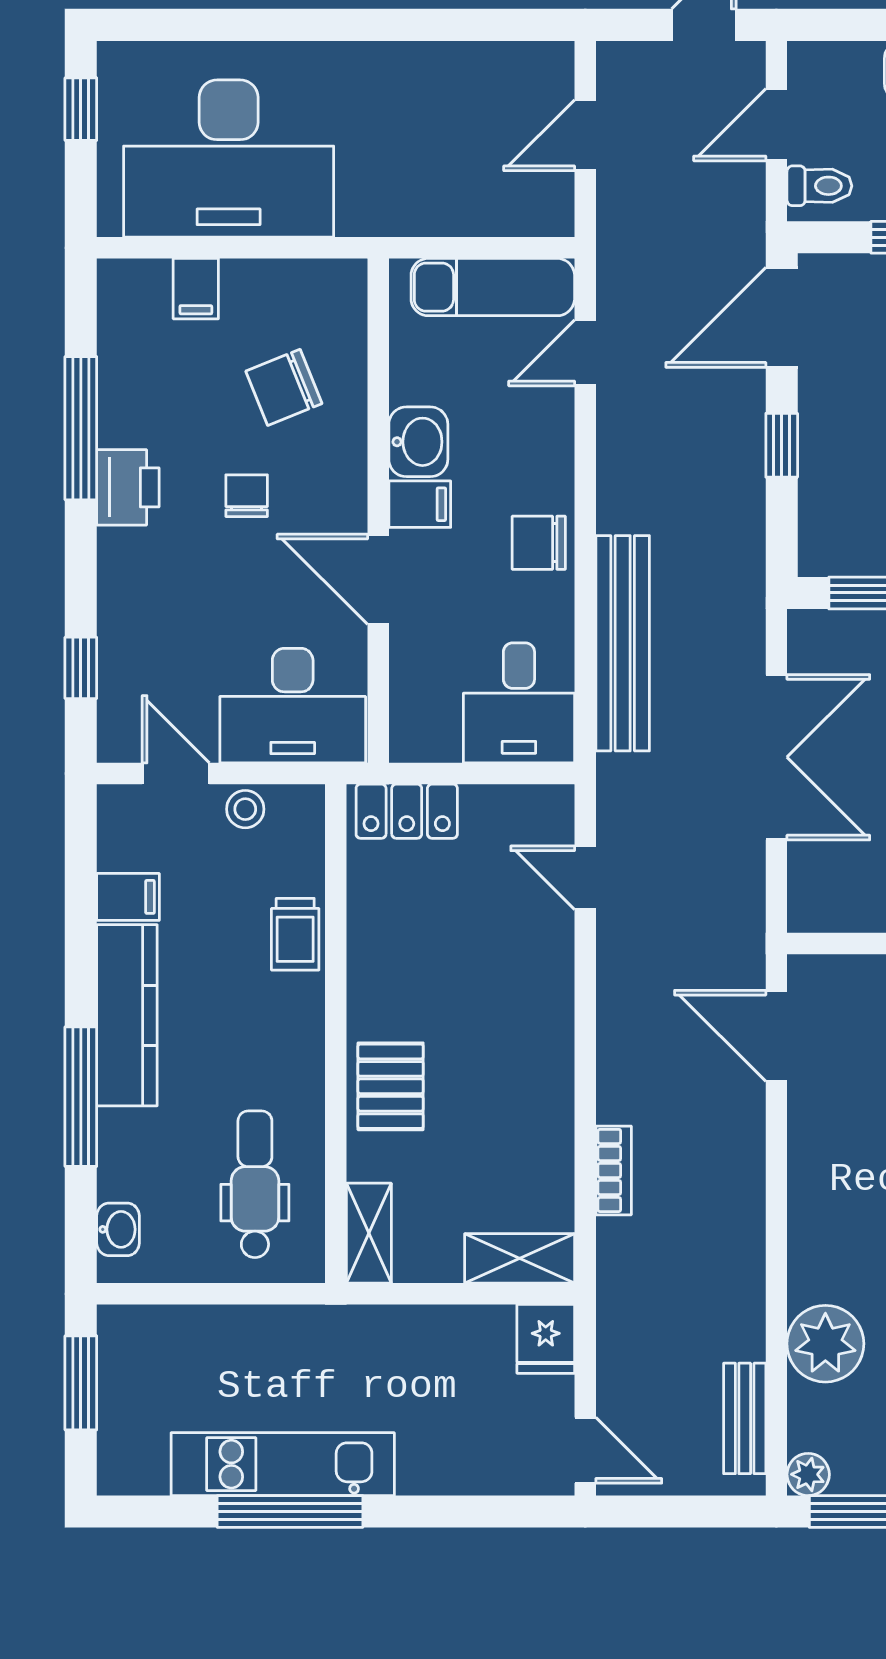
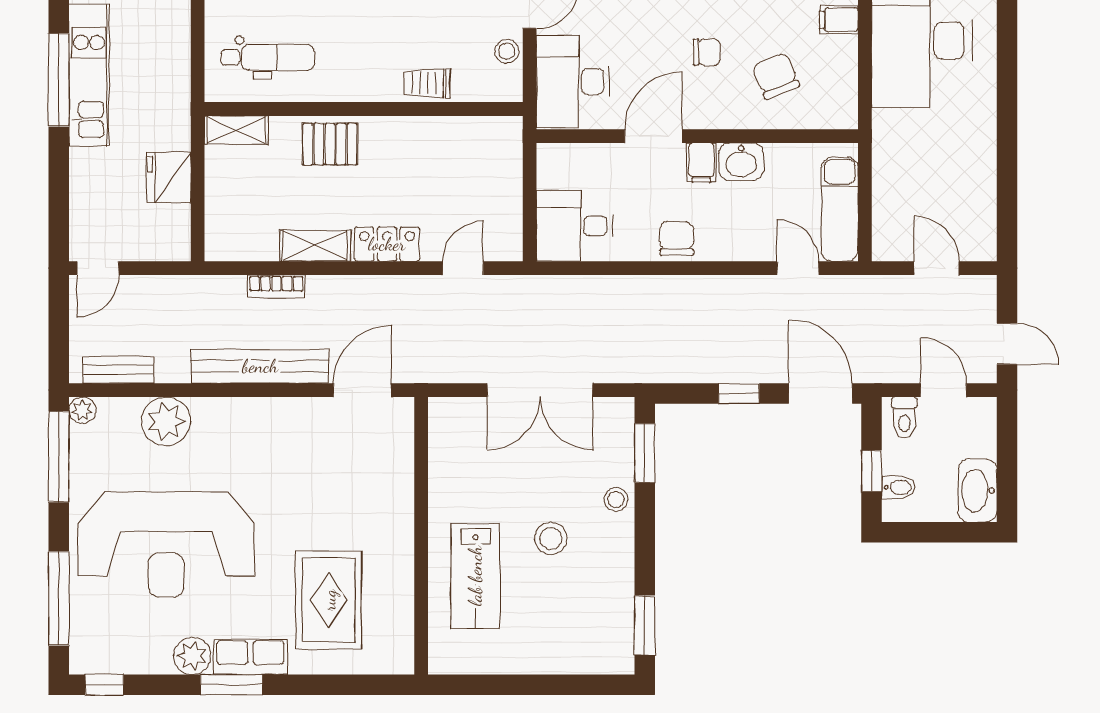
bench: (623, 643) -> (260, 366), moved
locker: (407, 811) -> (387, 244), moved, turned 90
shelving: (520, 1258) -> (315, 246), moved, turned 90
fridge: (546, 1339) -> (169, 178), moved, width x1.38

